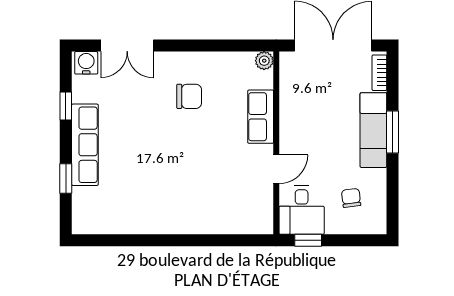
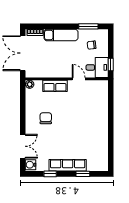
window: (392, 132) -> (88, 26), moved

